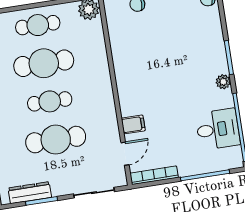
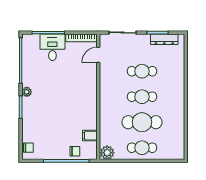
filing cabinet: (133, 124) -> (90, 136), moved
desk: (218, 129) -> (52, 47), moved, turned 90
cafe table: (56, 140) -> (142, 71), width x0.73, depth x0.74

